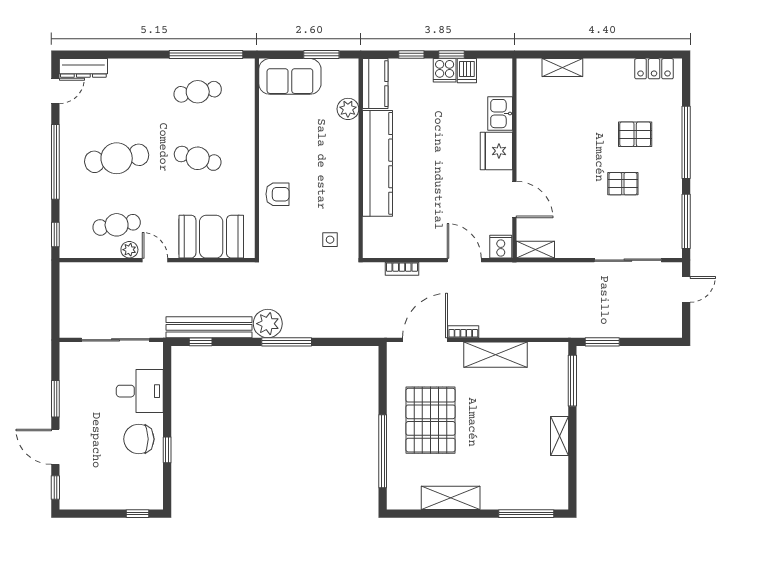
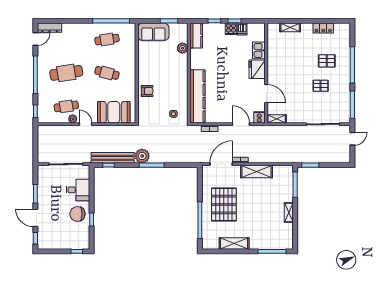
locker: (654, 69) -> (323, 28), moved
kitchen counter: (378, 163) -> (197, 96), moved

